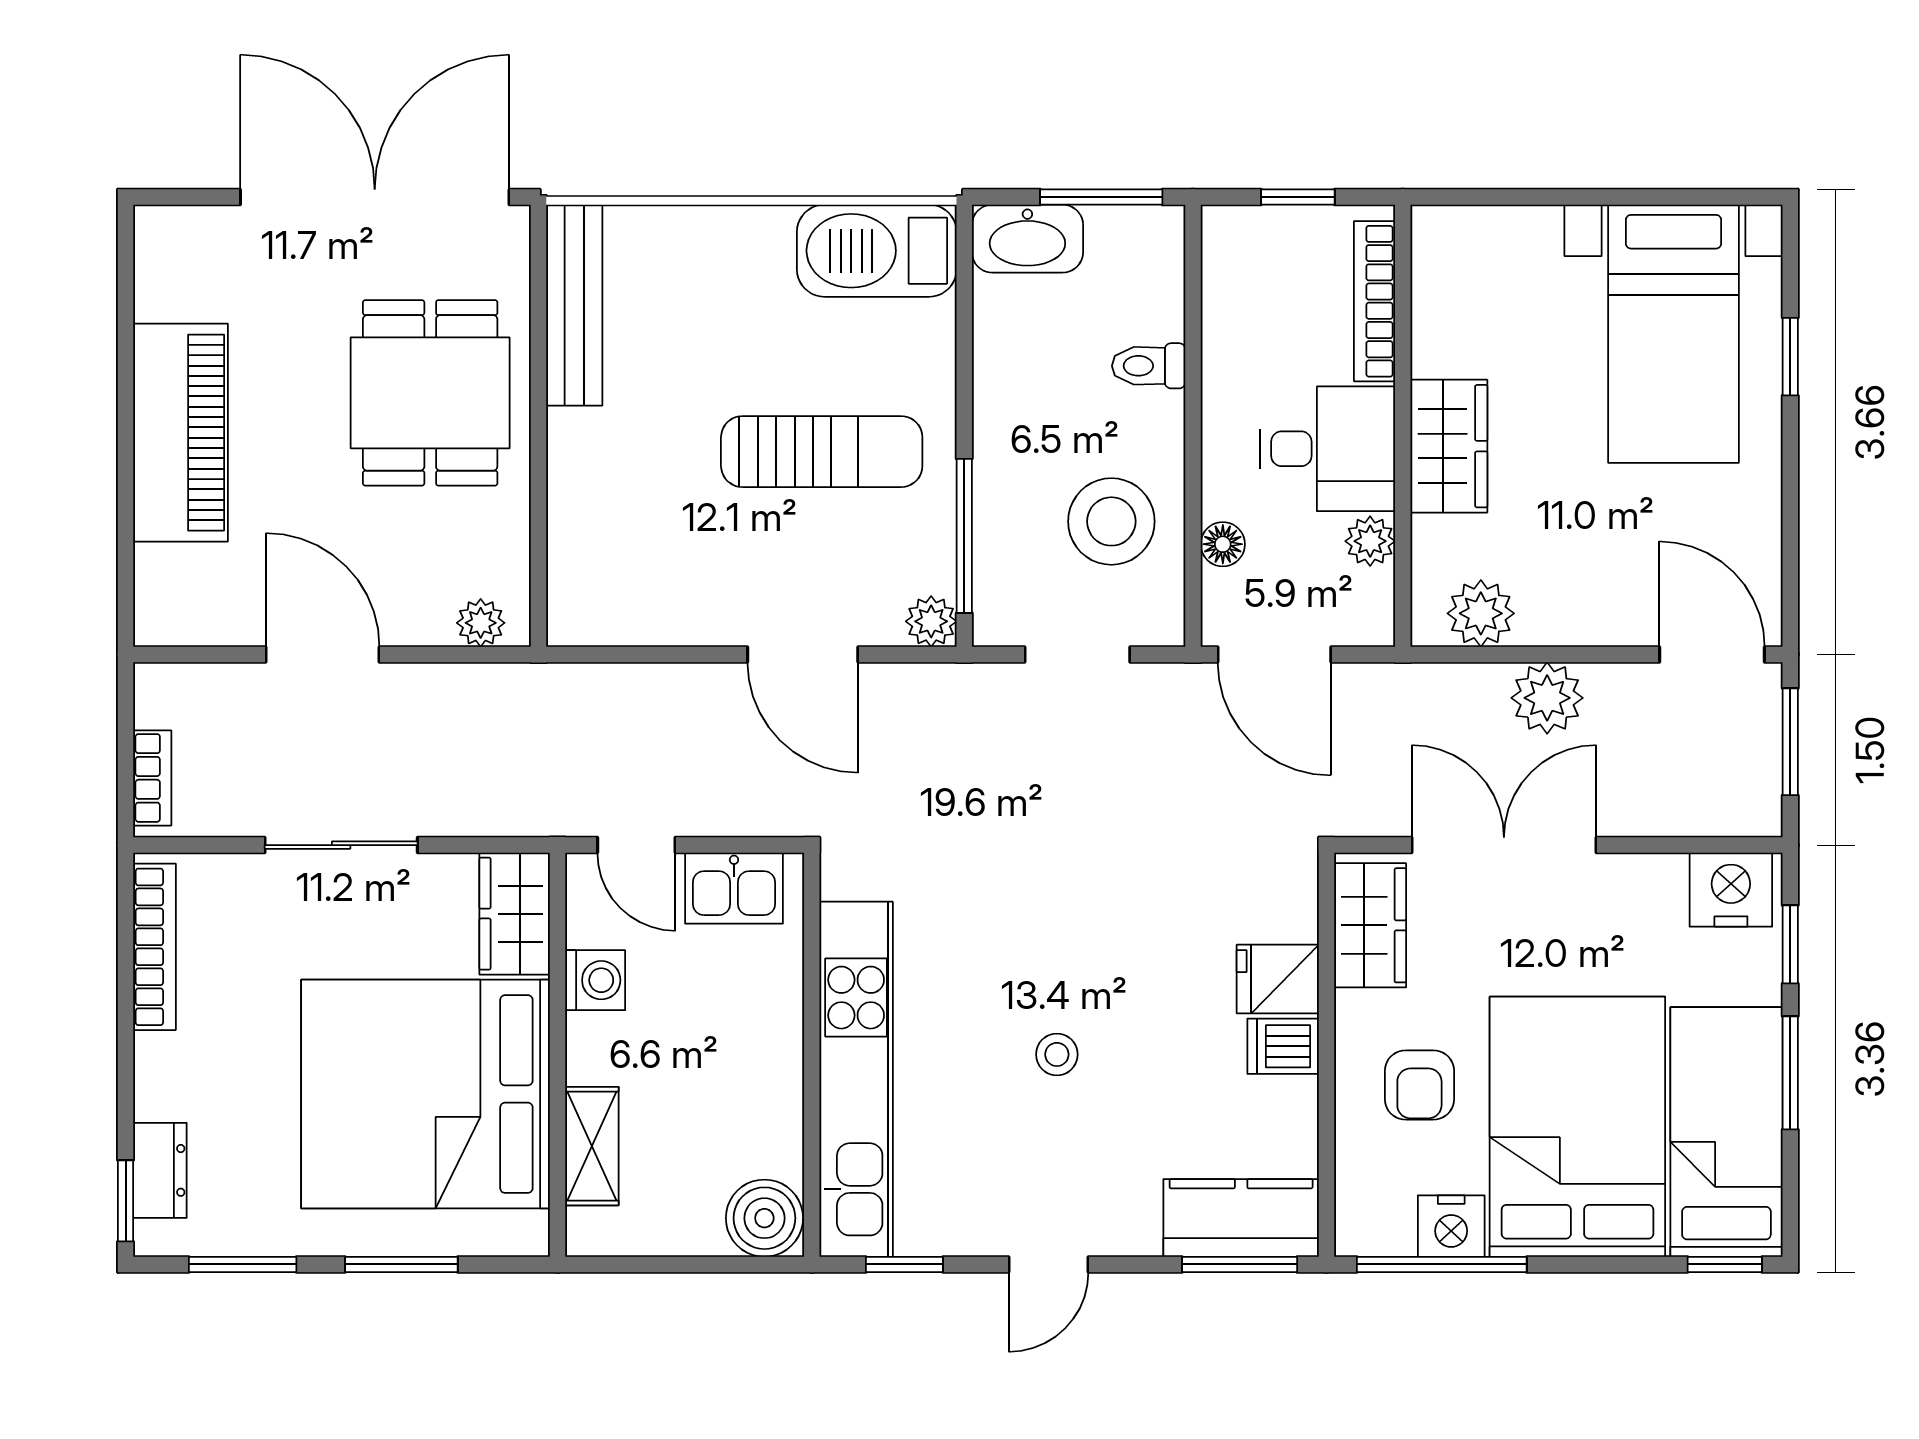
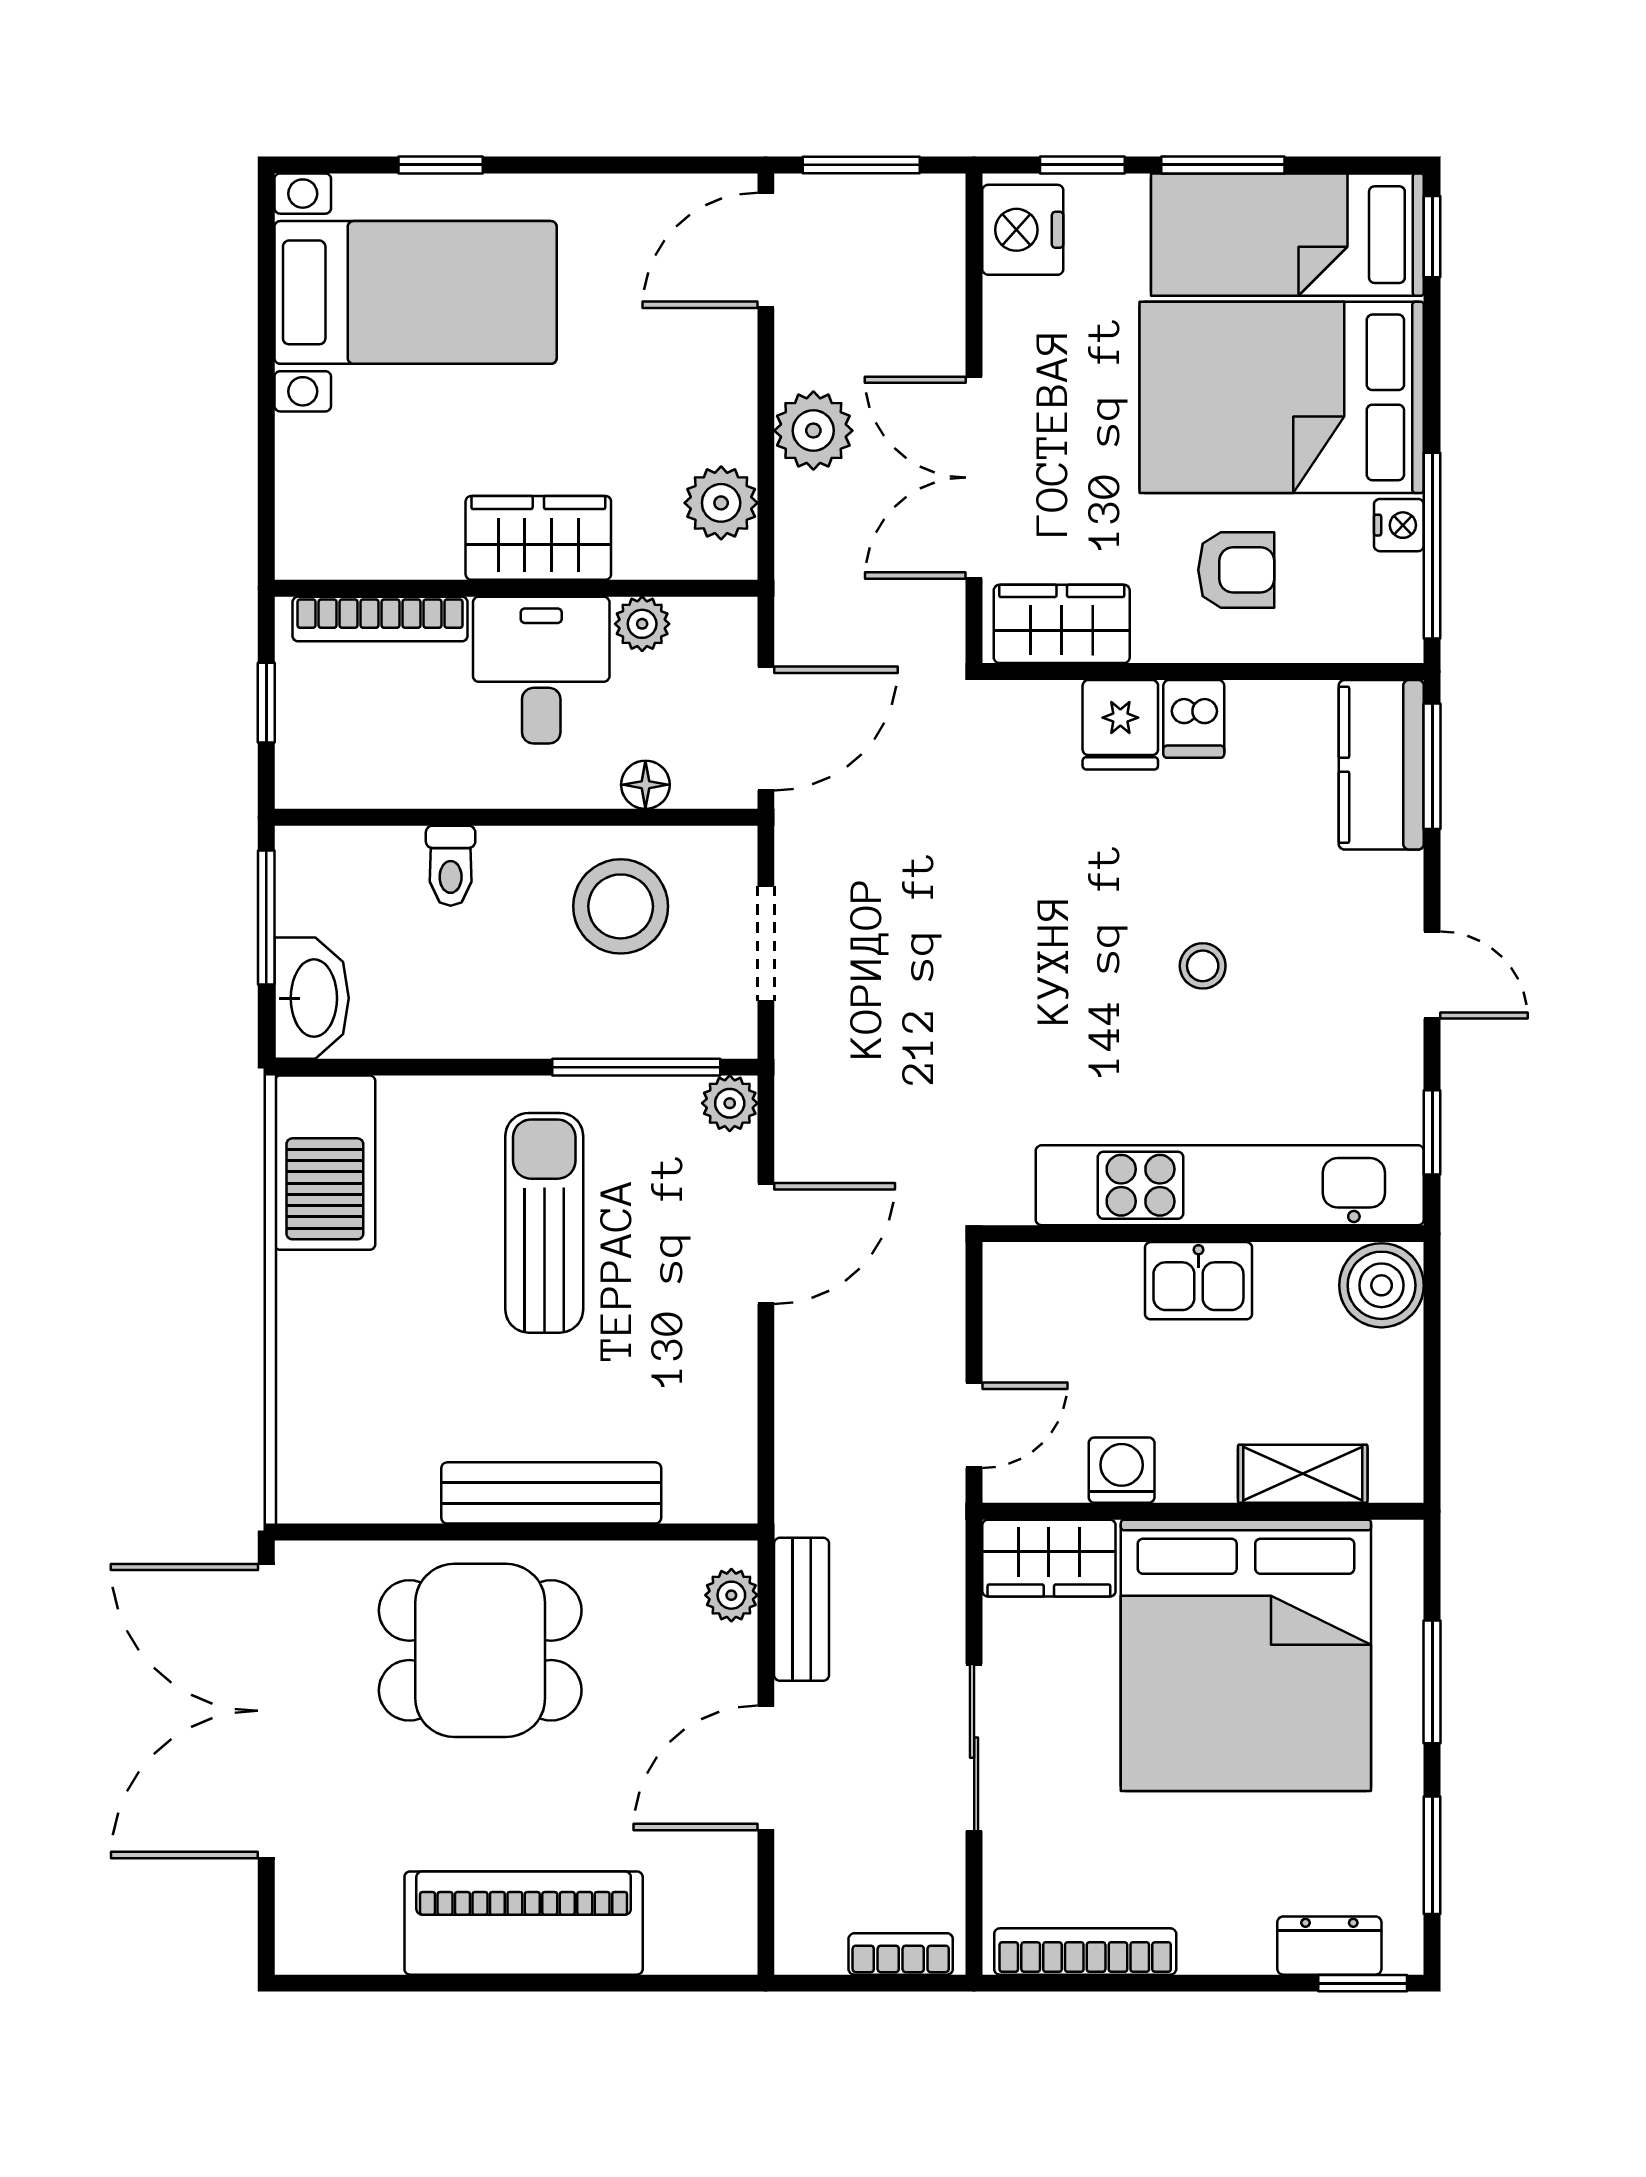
bench: (574, 305) -> (551, 1493), moved
bench: (468, 687) -> (802, 1609), added
kitchen sink: (734, 888) -> (1198, 1281), moved, turned 90
nightstand: (1451, 1226) -> (1399, 525), width x0.72, depth x0.74

